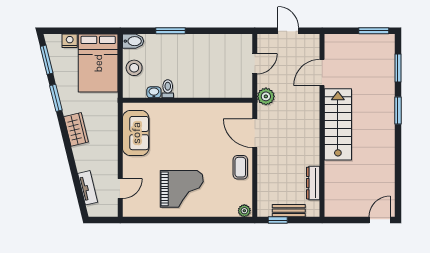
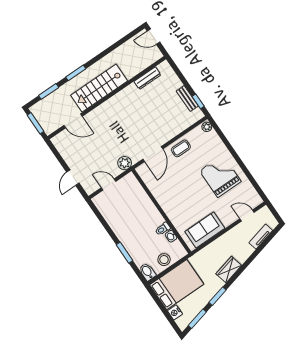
door: (322, 73) -> (73, 121), moved
stairs: (338, 124) -> (99, 88), moved
wall: (322, 125) -> (107, 98), moved
dresser: (313, 183) -> (147, 78), moved

